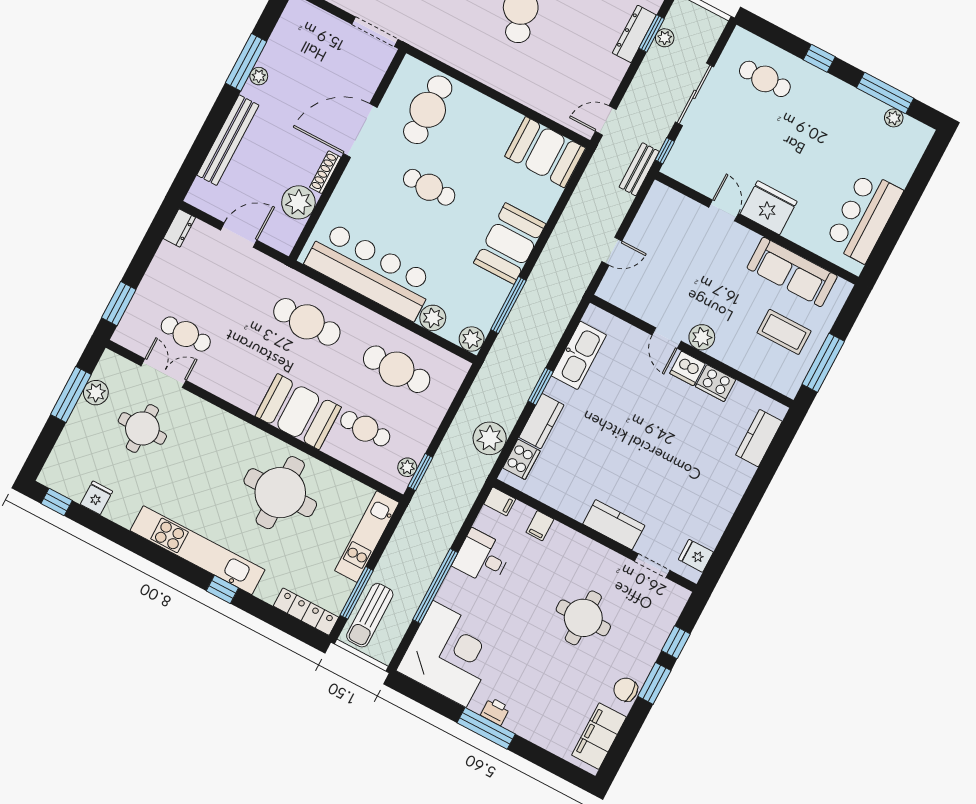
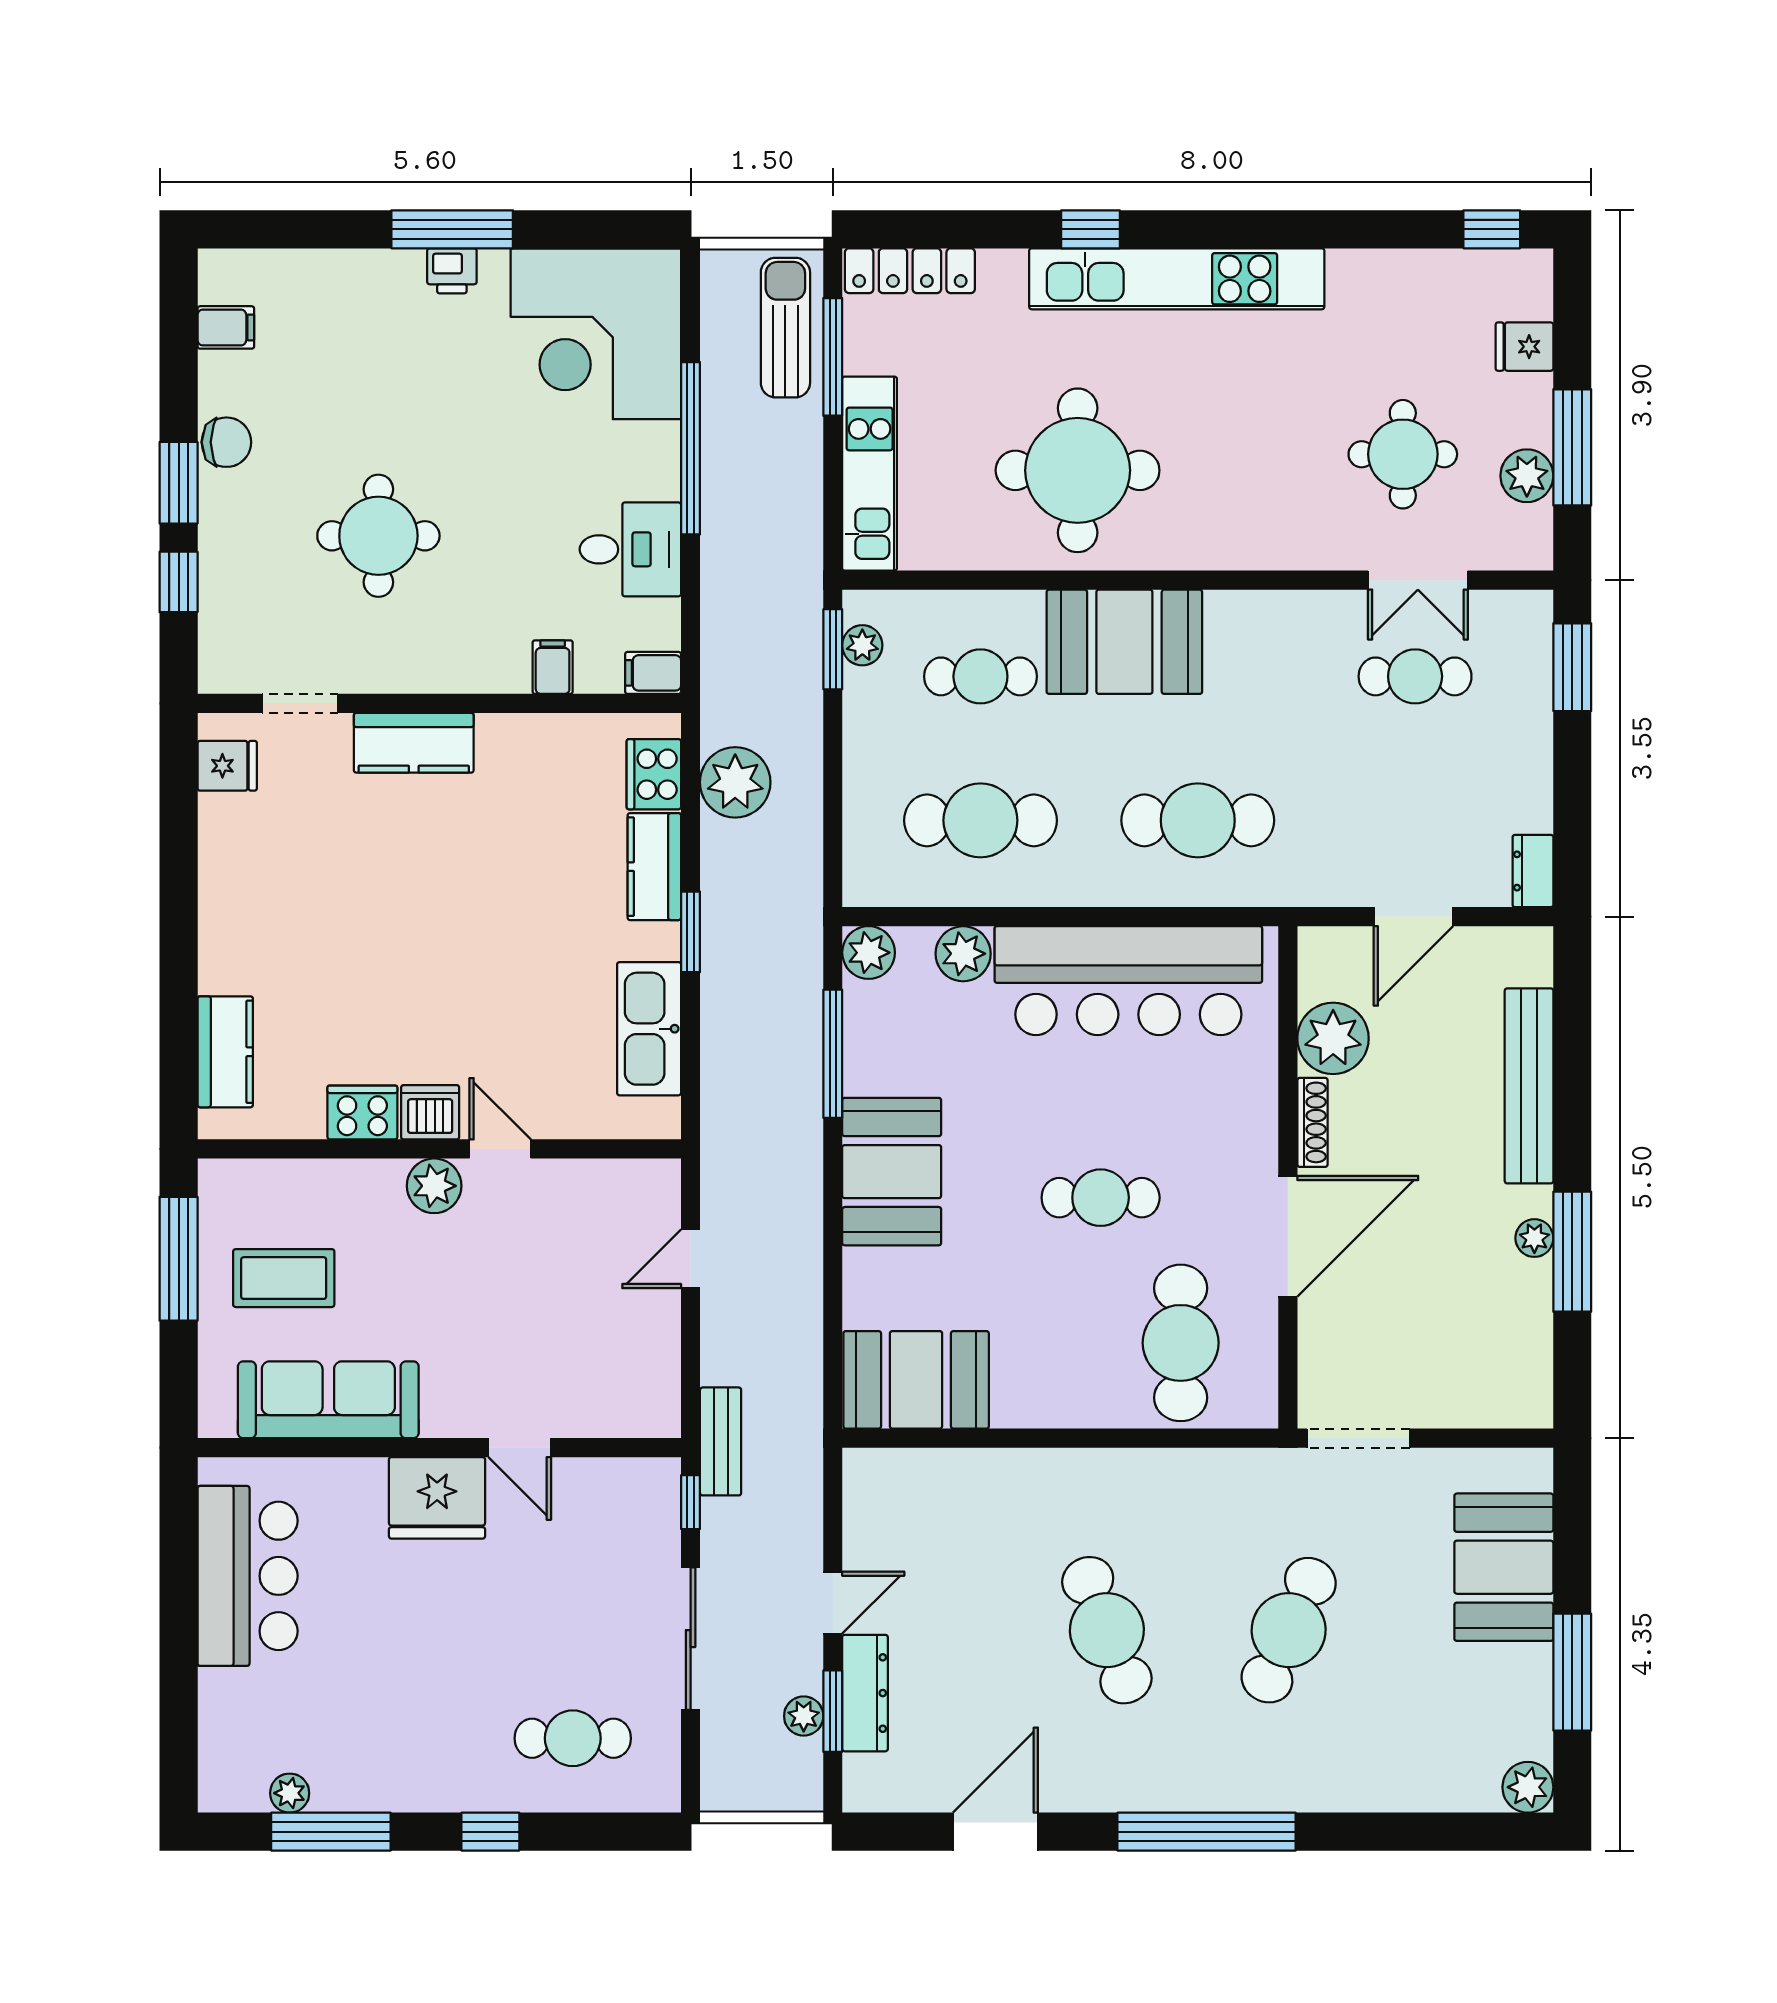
door: (606, 120) -> (833, 1603), moved
fridge: (97, 498) -> (1524, 347), moved, turned 90
filing cabinet: (599, 736) -> (226, 327), width x0.33, depth x0.86

